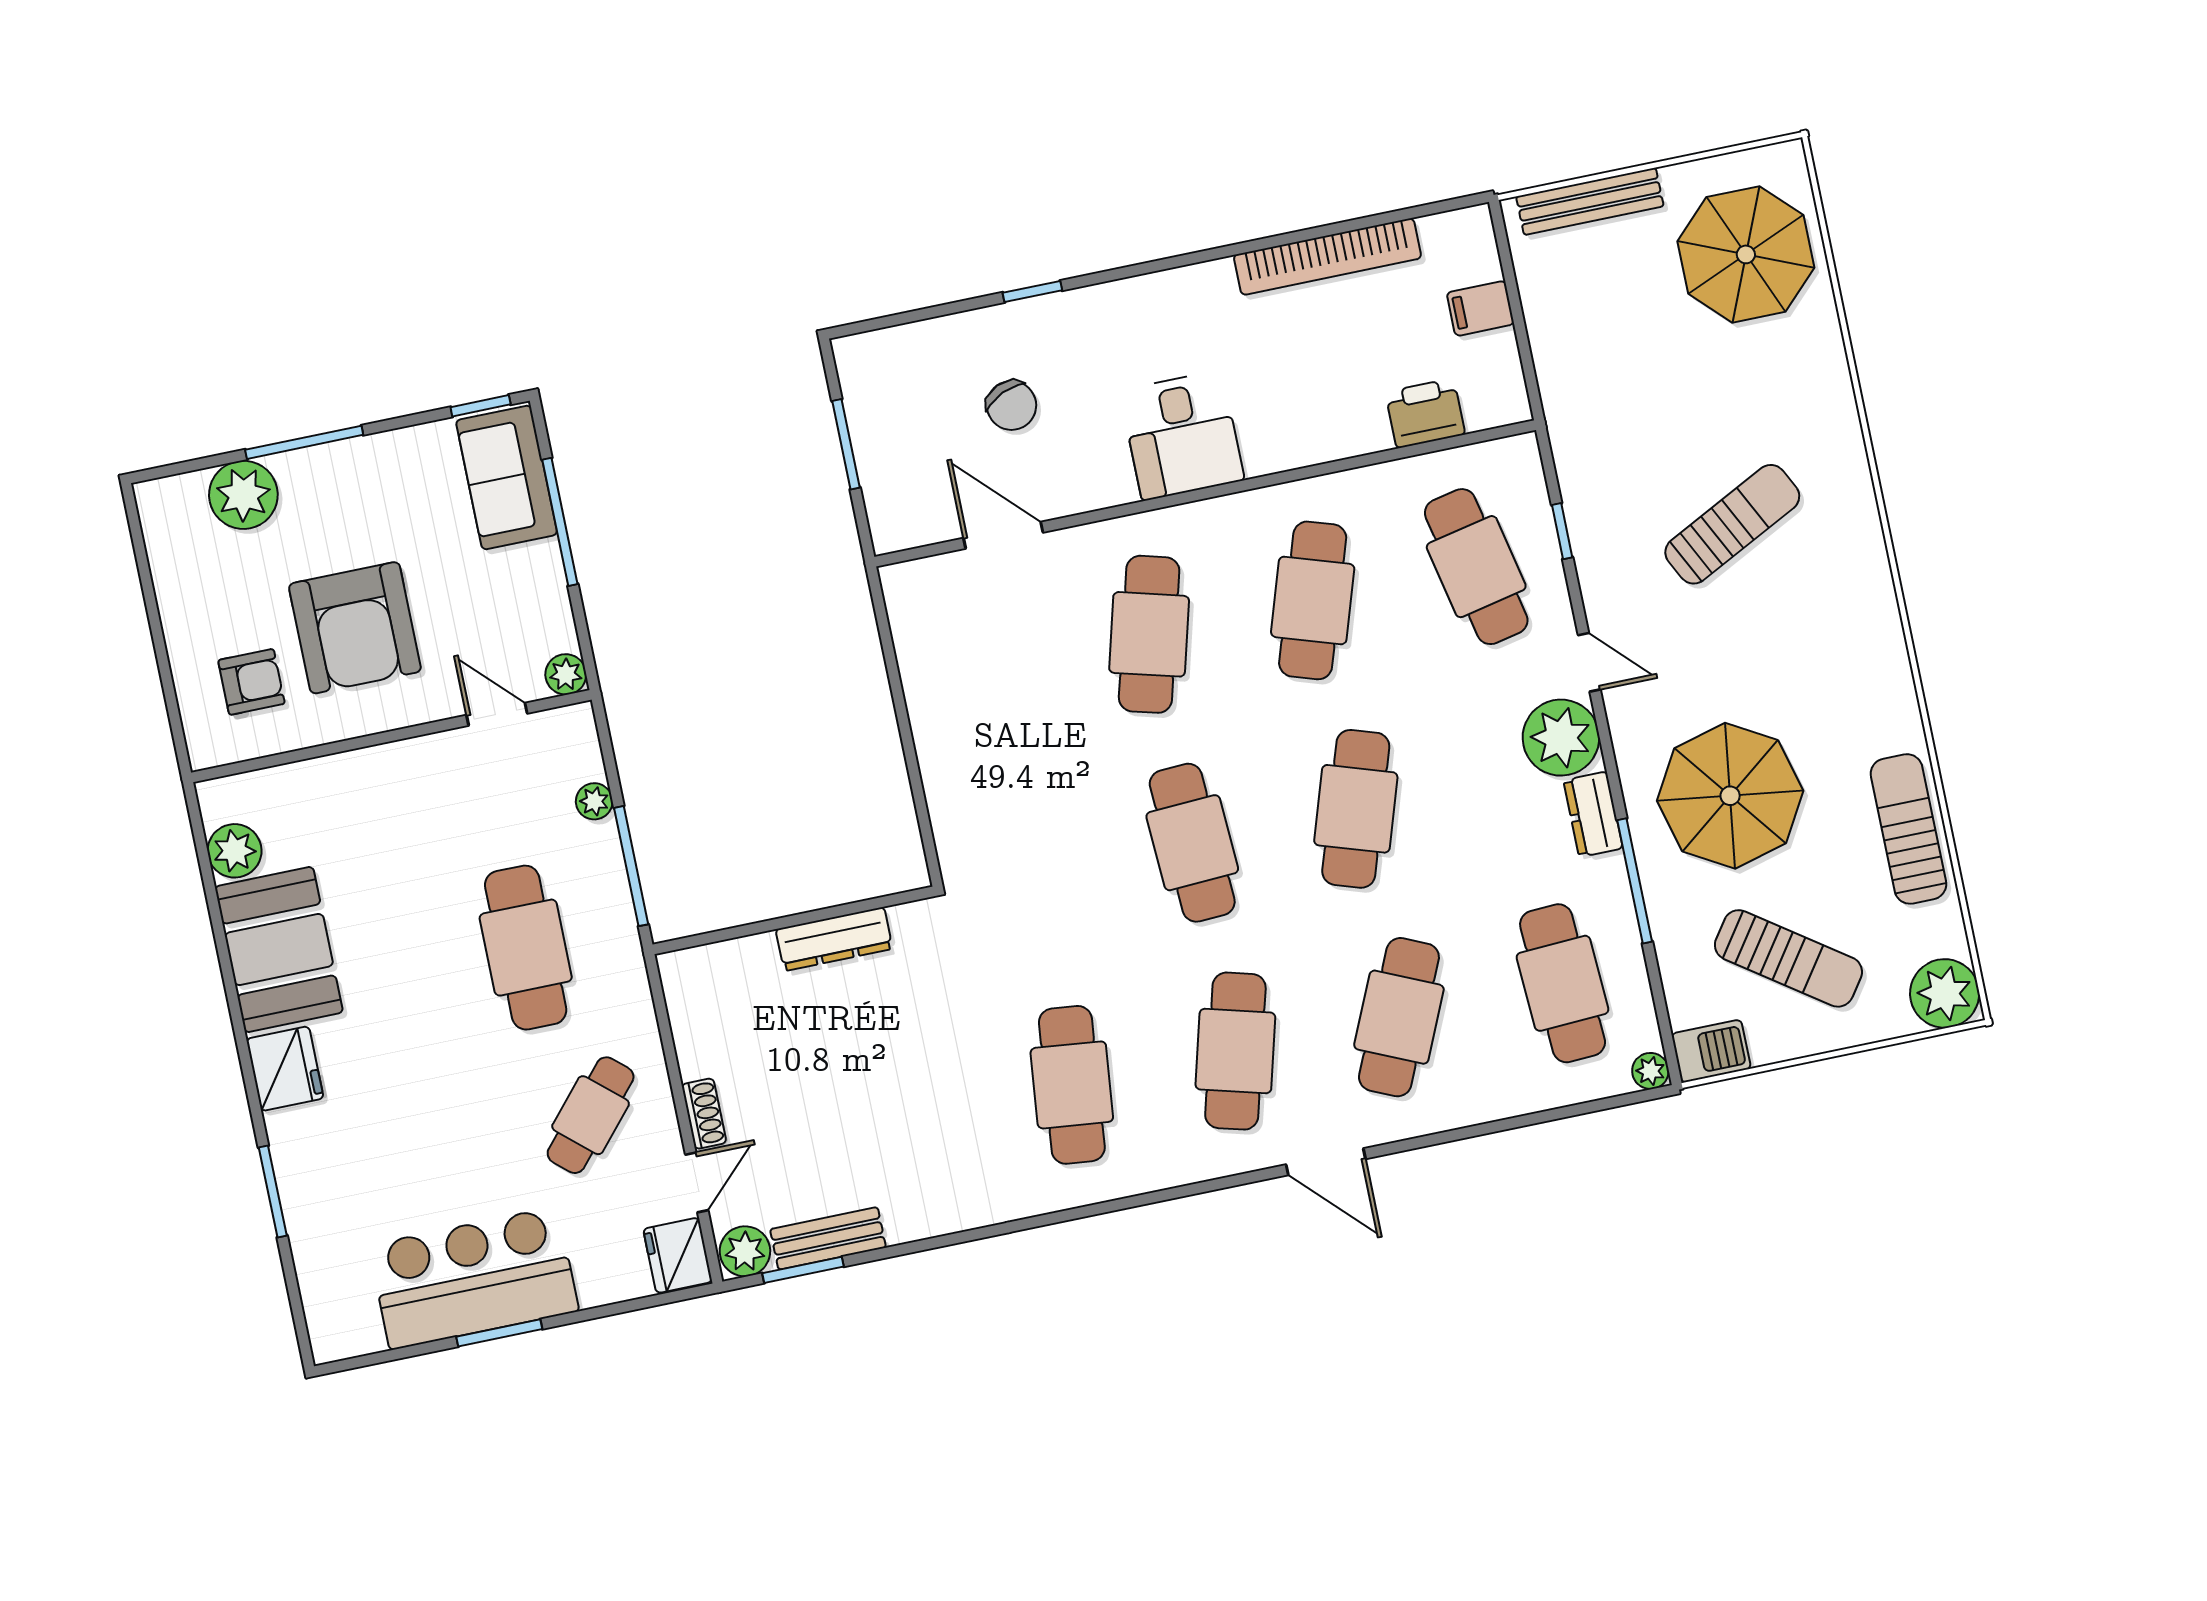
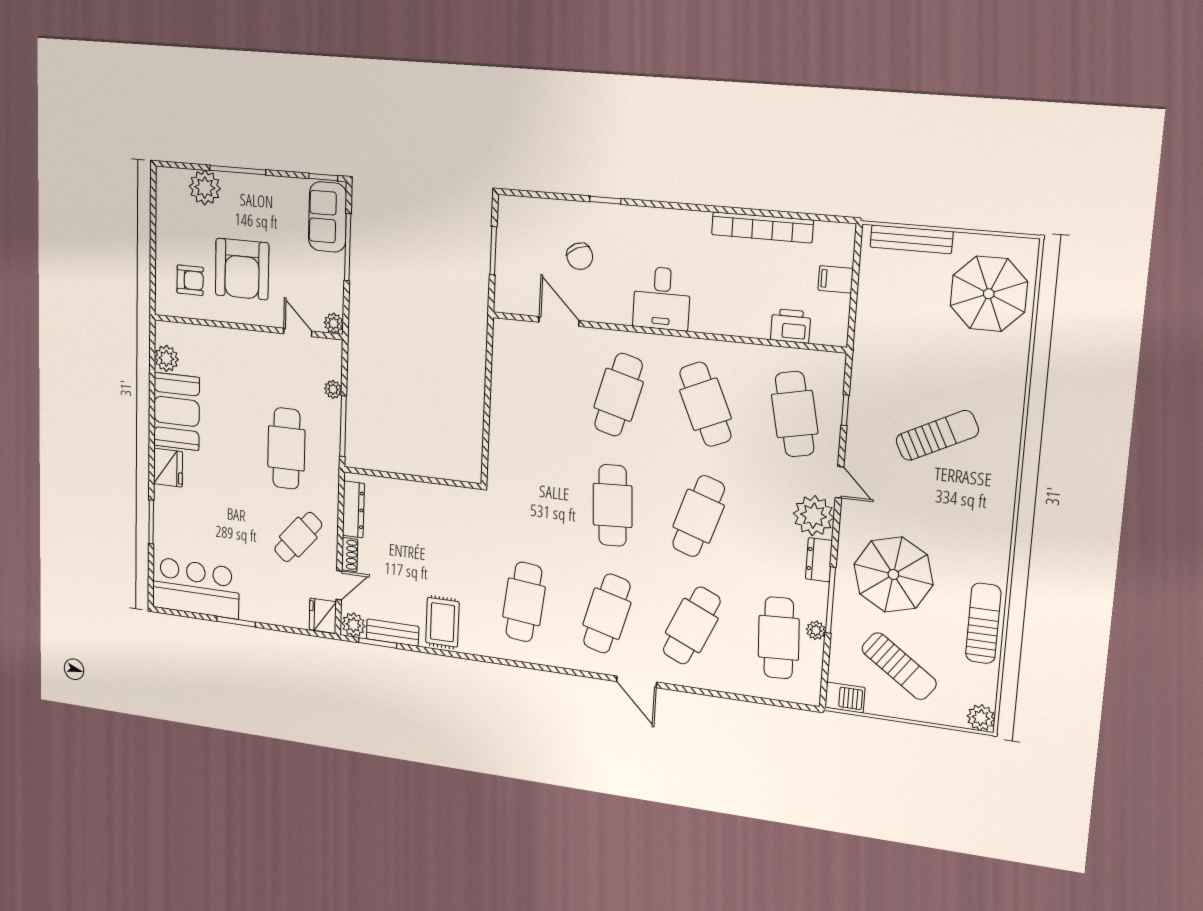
cafe table: (1313, 600) -> (705, 404), turned -42
dresser: (834, 939) -> (353, 509), moved, turned -90
plant: (1945, 993) -> (981, 718), width x0.73, depth x0.73
plant: (1650, 1071) -> (816, 630), moved
rug: (923, 1182) -> (442, 622), added
bar counter: (474, 1278) -> (196, 588), moved

